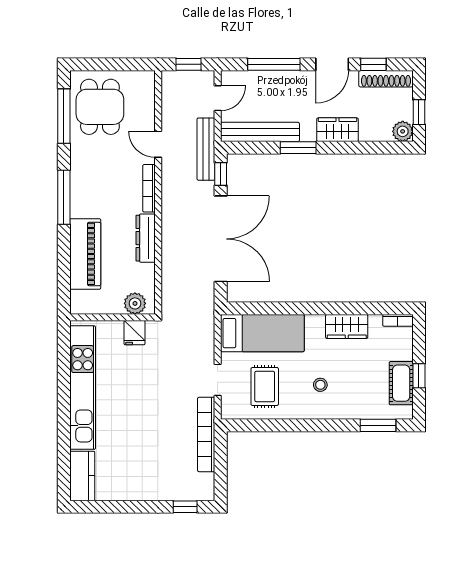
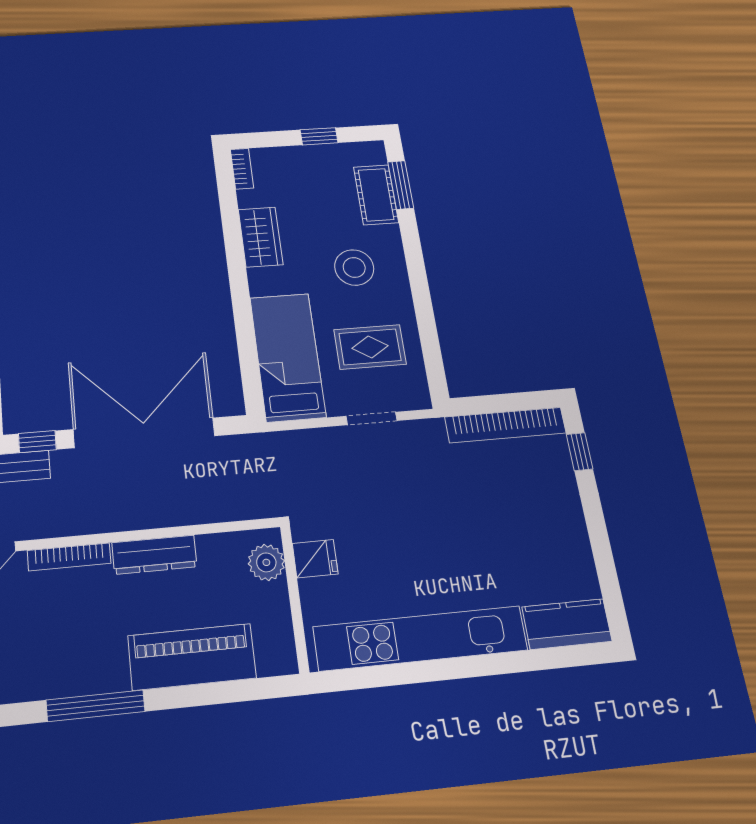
cot: (401, 383) -> (376, 195), moved, turned 90
stool: (320, 385) -> (354, 267), width x1.89, depth x1.89
bookcase: (206, 434) -> (505, 425), moved

